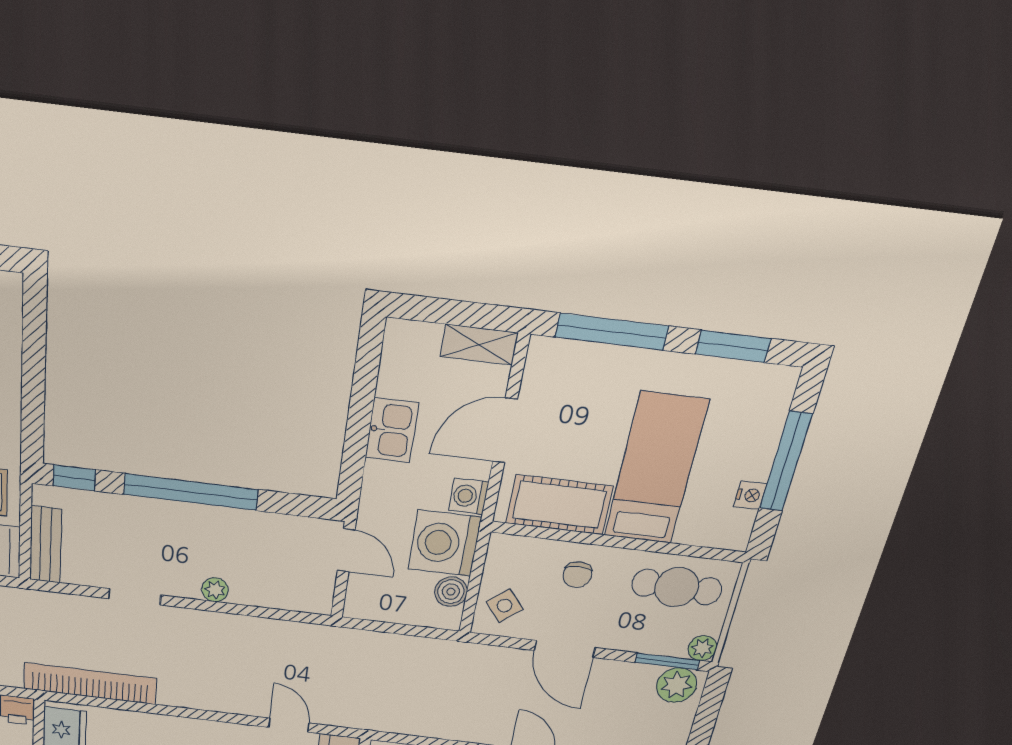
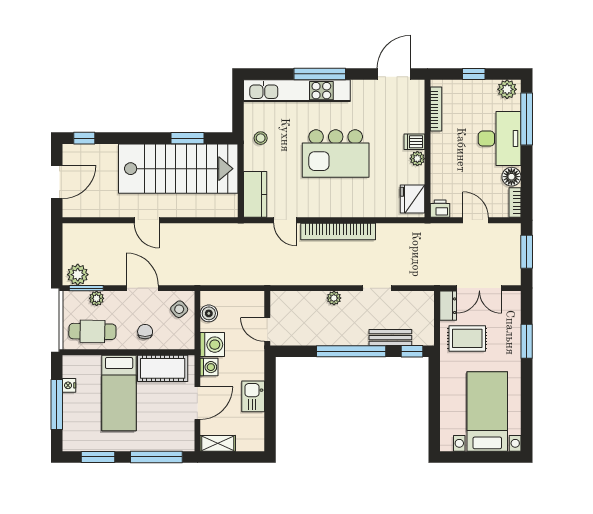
washing machine: (445, 543) -> (212, 345), width x0.73, depth x0.73
bench: (46, 545) -> (390, 338), moved, turned 90
plant: (702, 648) -> (97, 298), moved
bookcase: (90, 684) -> (338, 231), moved

